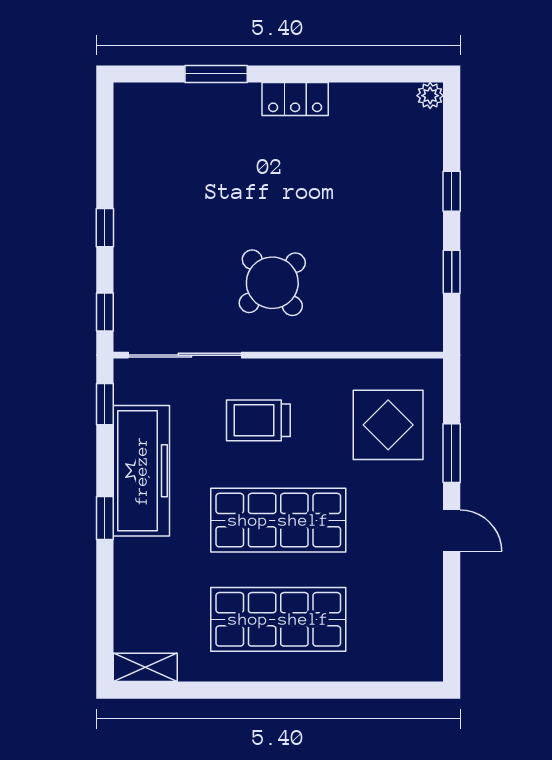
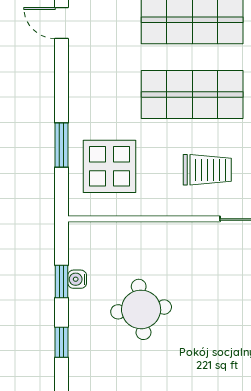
water cooler: (431, 275) -> (77, 279), added
round table: (272, 283) -> (141, 309), moved, turned 35
door: (452, 531) -> (62, 23), moved

